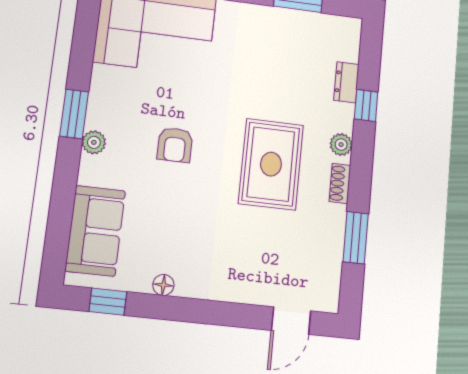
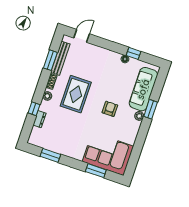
window: (74, 114) -> (151, 109), moved
sofa: (95, 231) -> (143, 89), width x1.36
bench: (332, 249) -> (60, 58), added
window: (108, 302) -> (133, 53), moved

